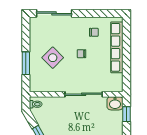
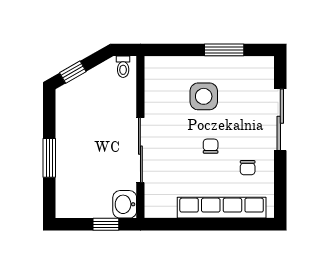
sliding door: (54, 13) -> (280, 120), moved
side table: (53, 58) -> (204, 96), turned 45
window: (26, 63) -> (224, 50), moved

